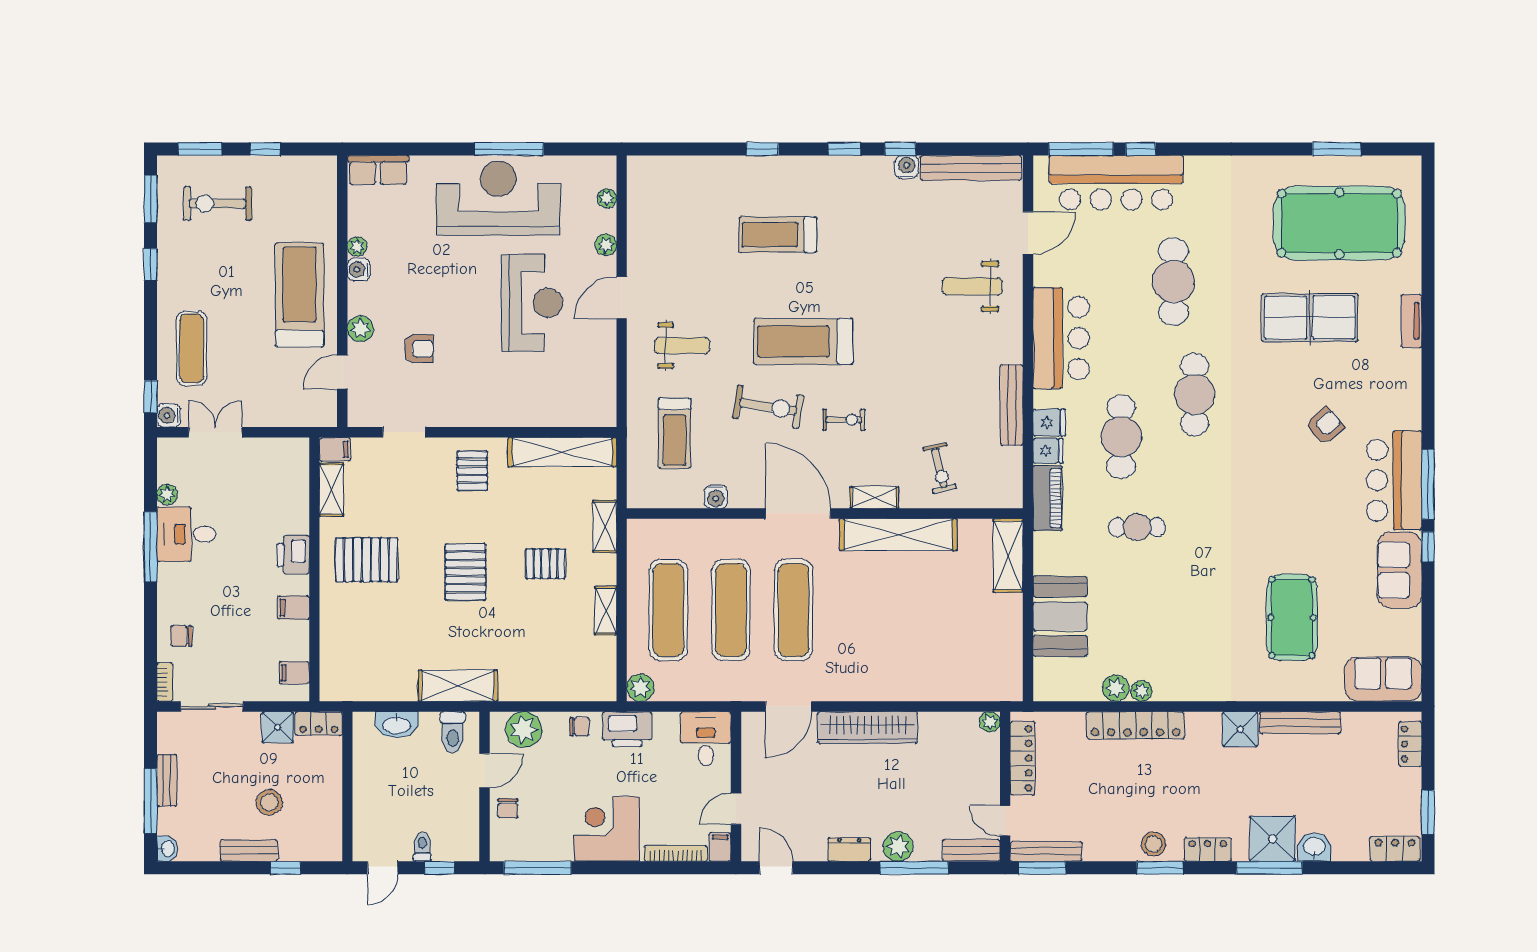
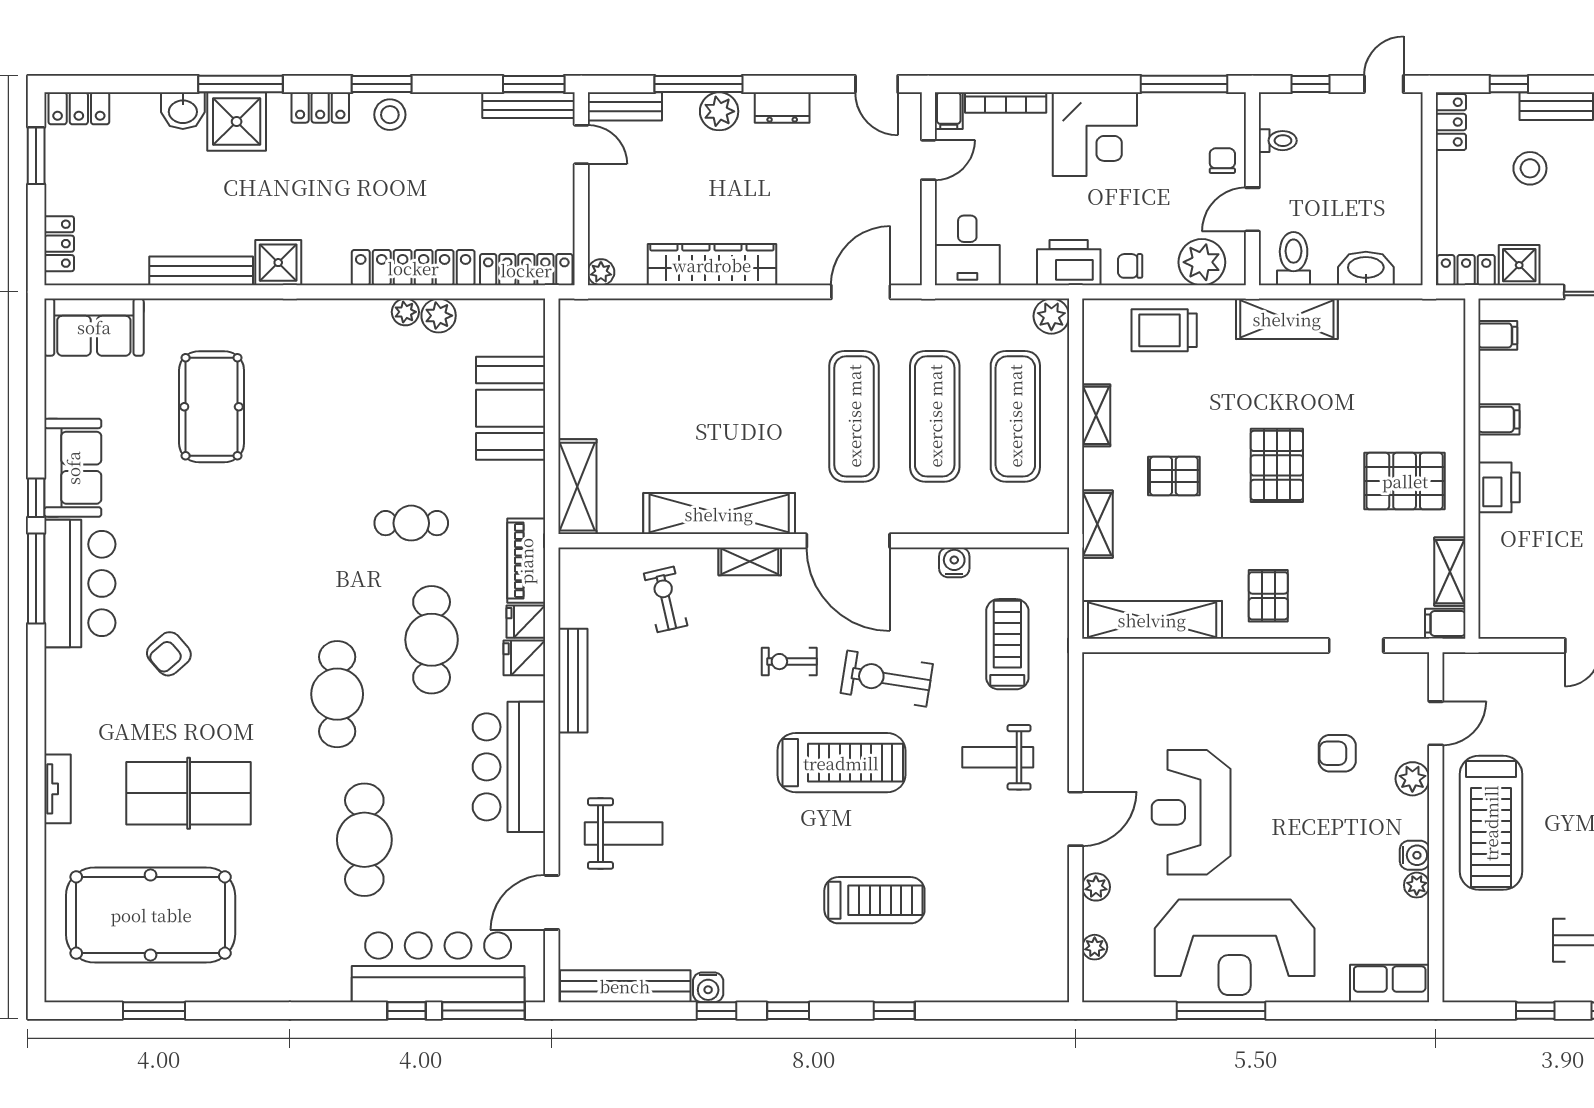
trolley: (553, 677) -> (1164, 330), added
wardrobe: (868, 728) -> (712, 265), moved
locker: (1022, 758) -> (526, 270), moved, turned 90
locker: (331, 838) -> (1451, 122), added
toilet: (422, 847) -> (1278, 141), moved, turned -90

